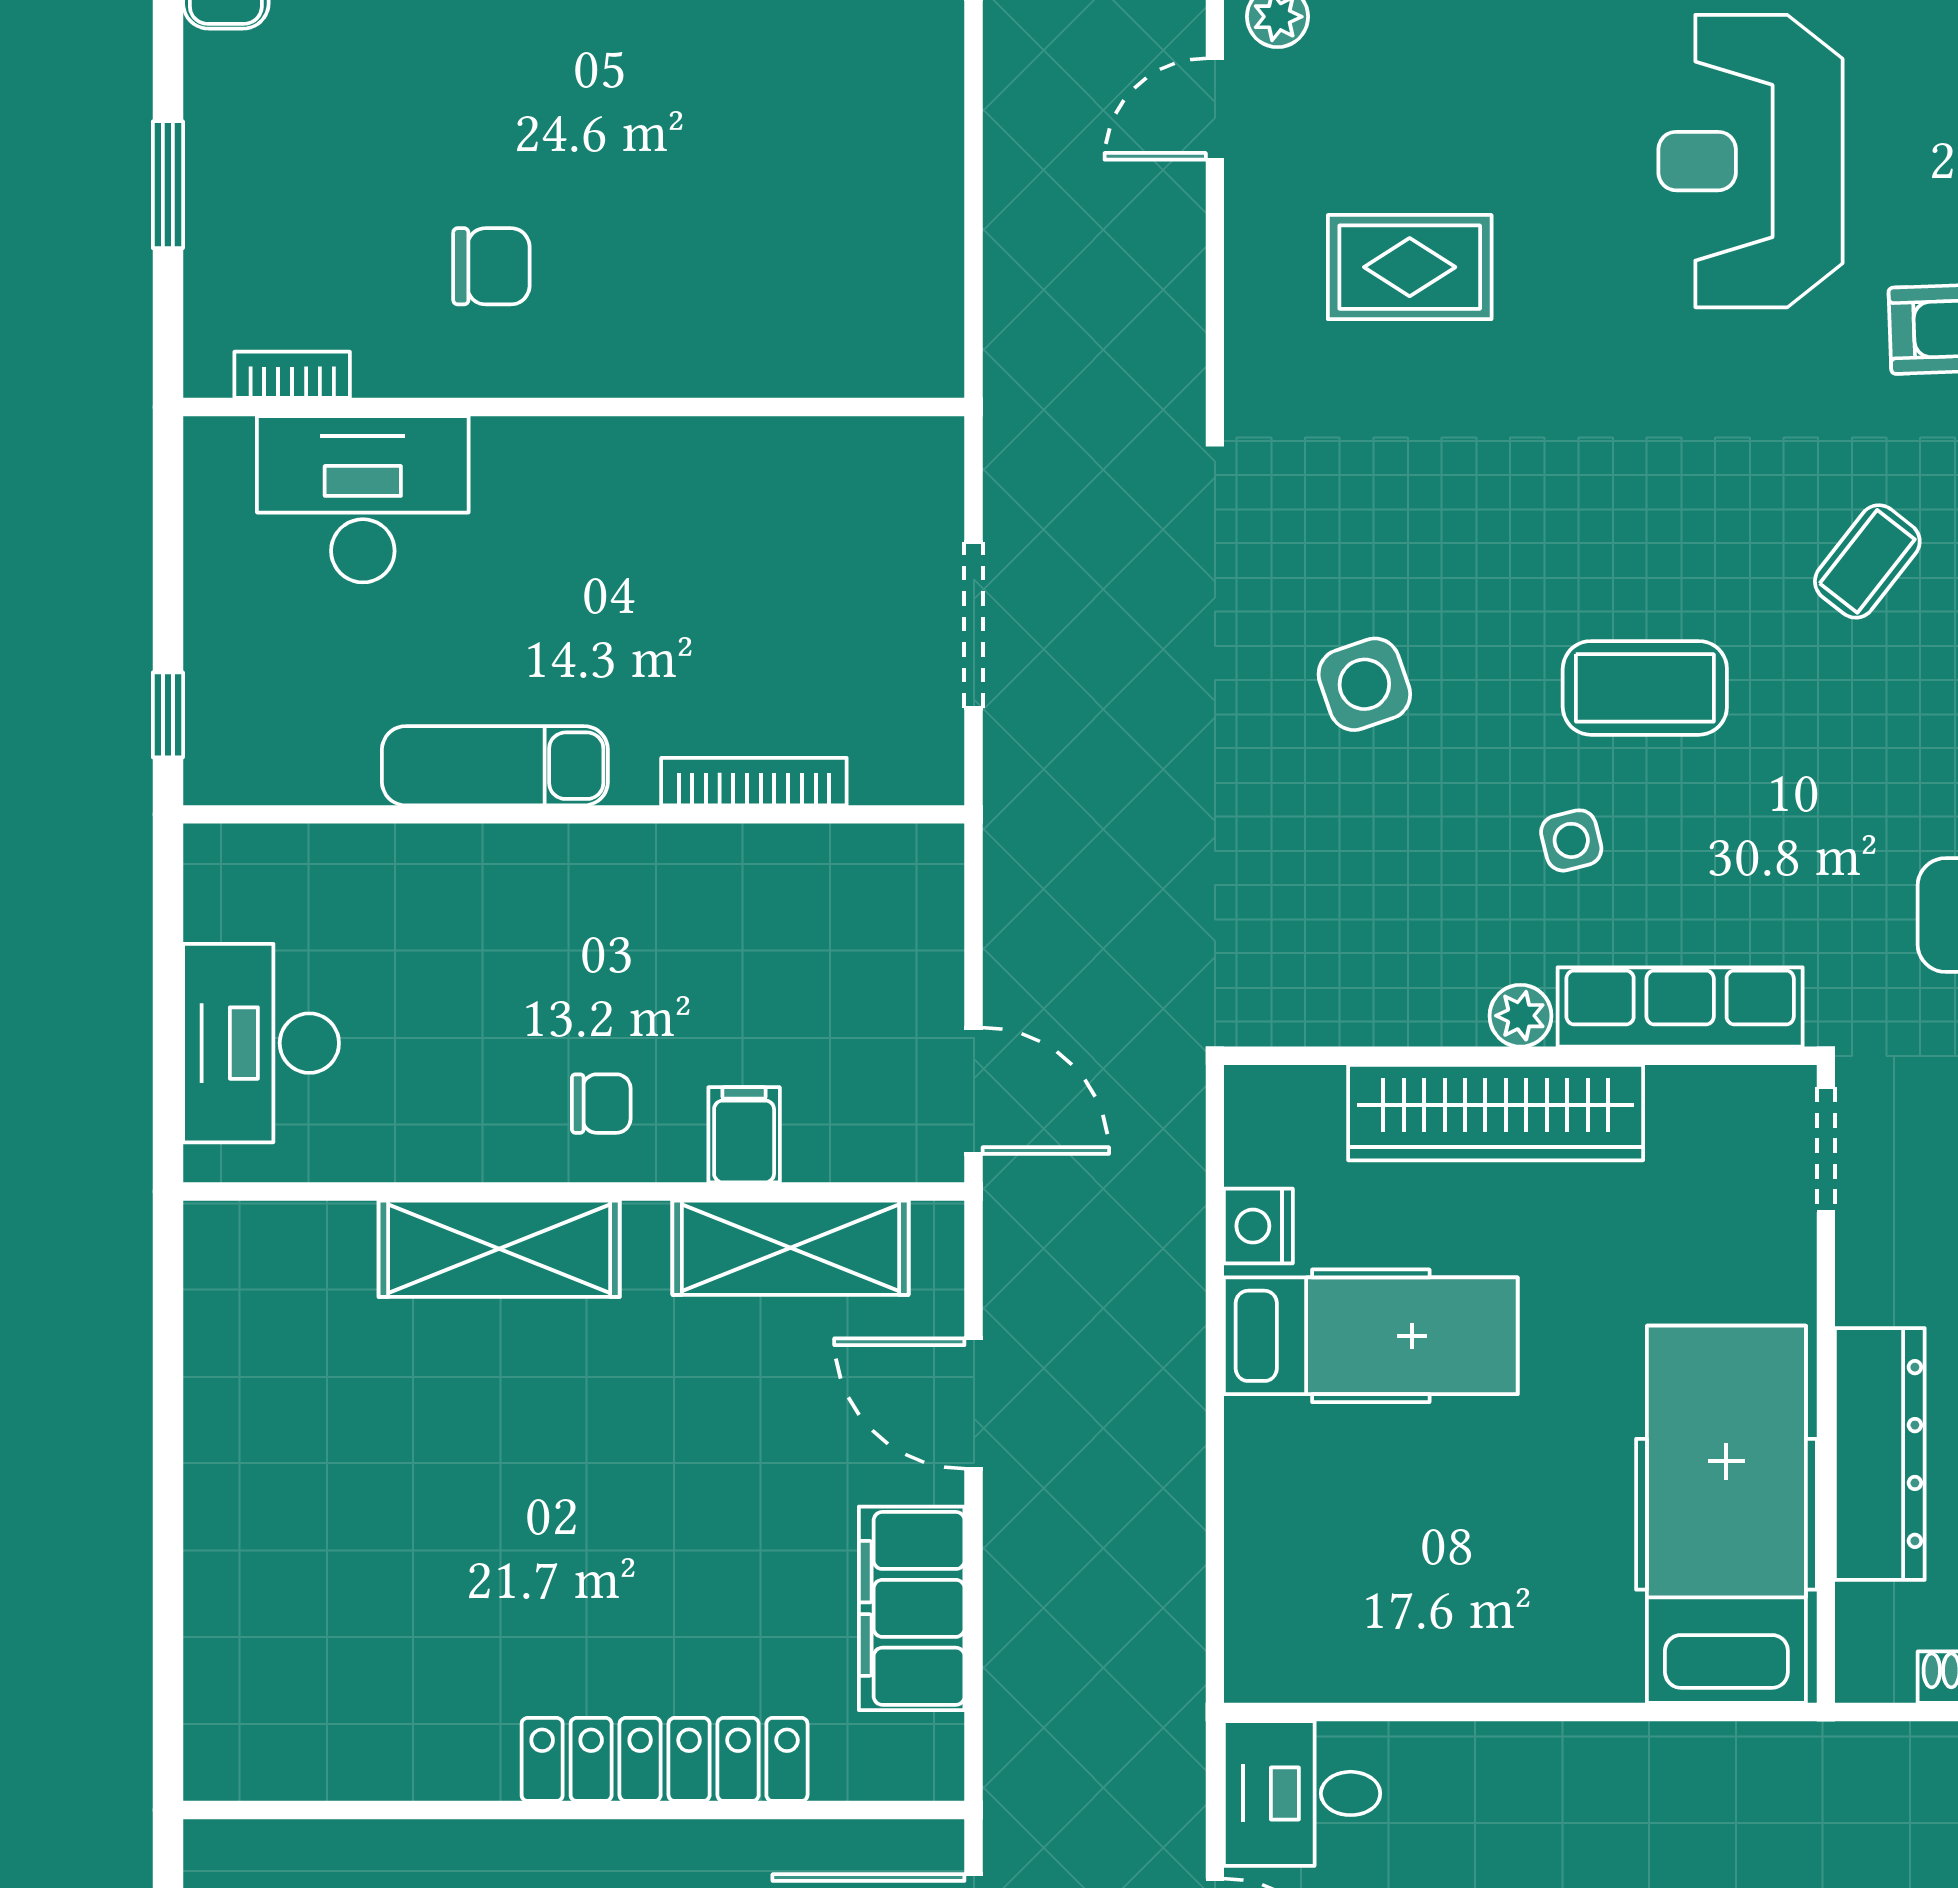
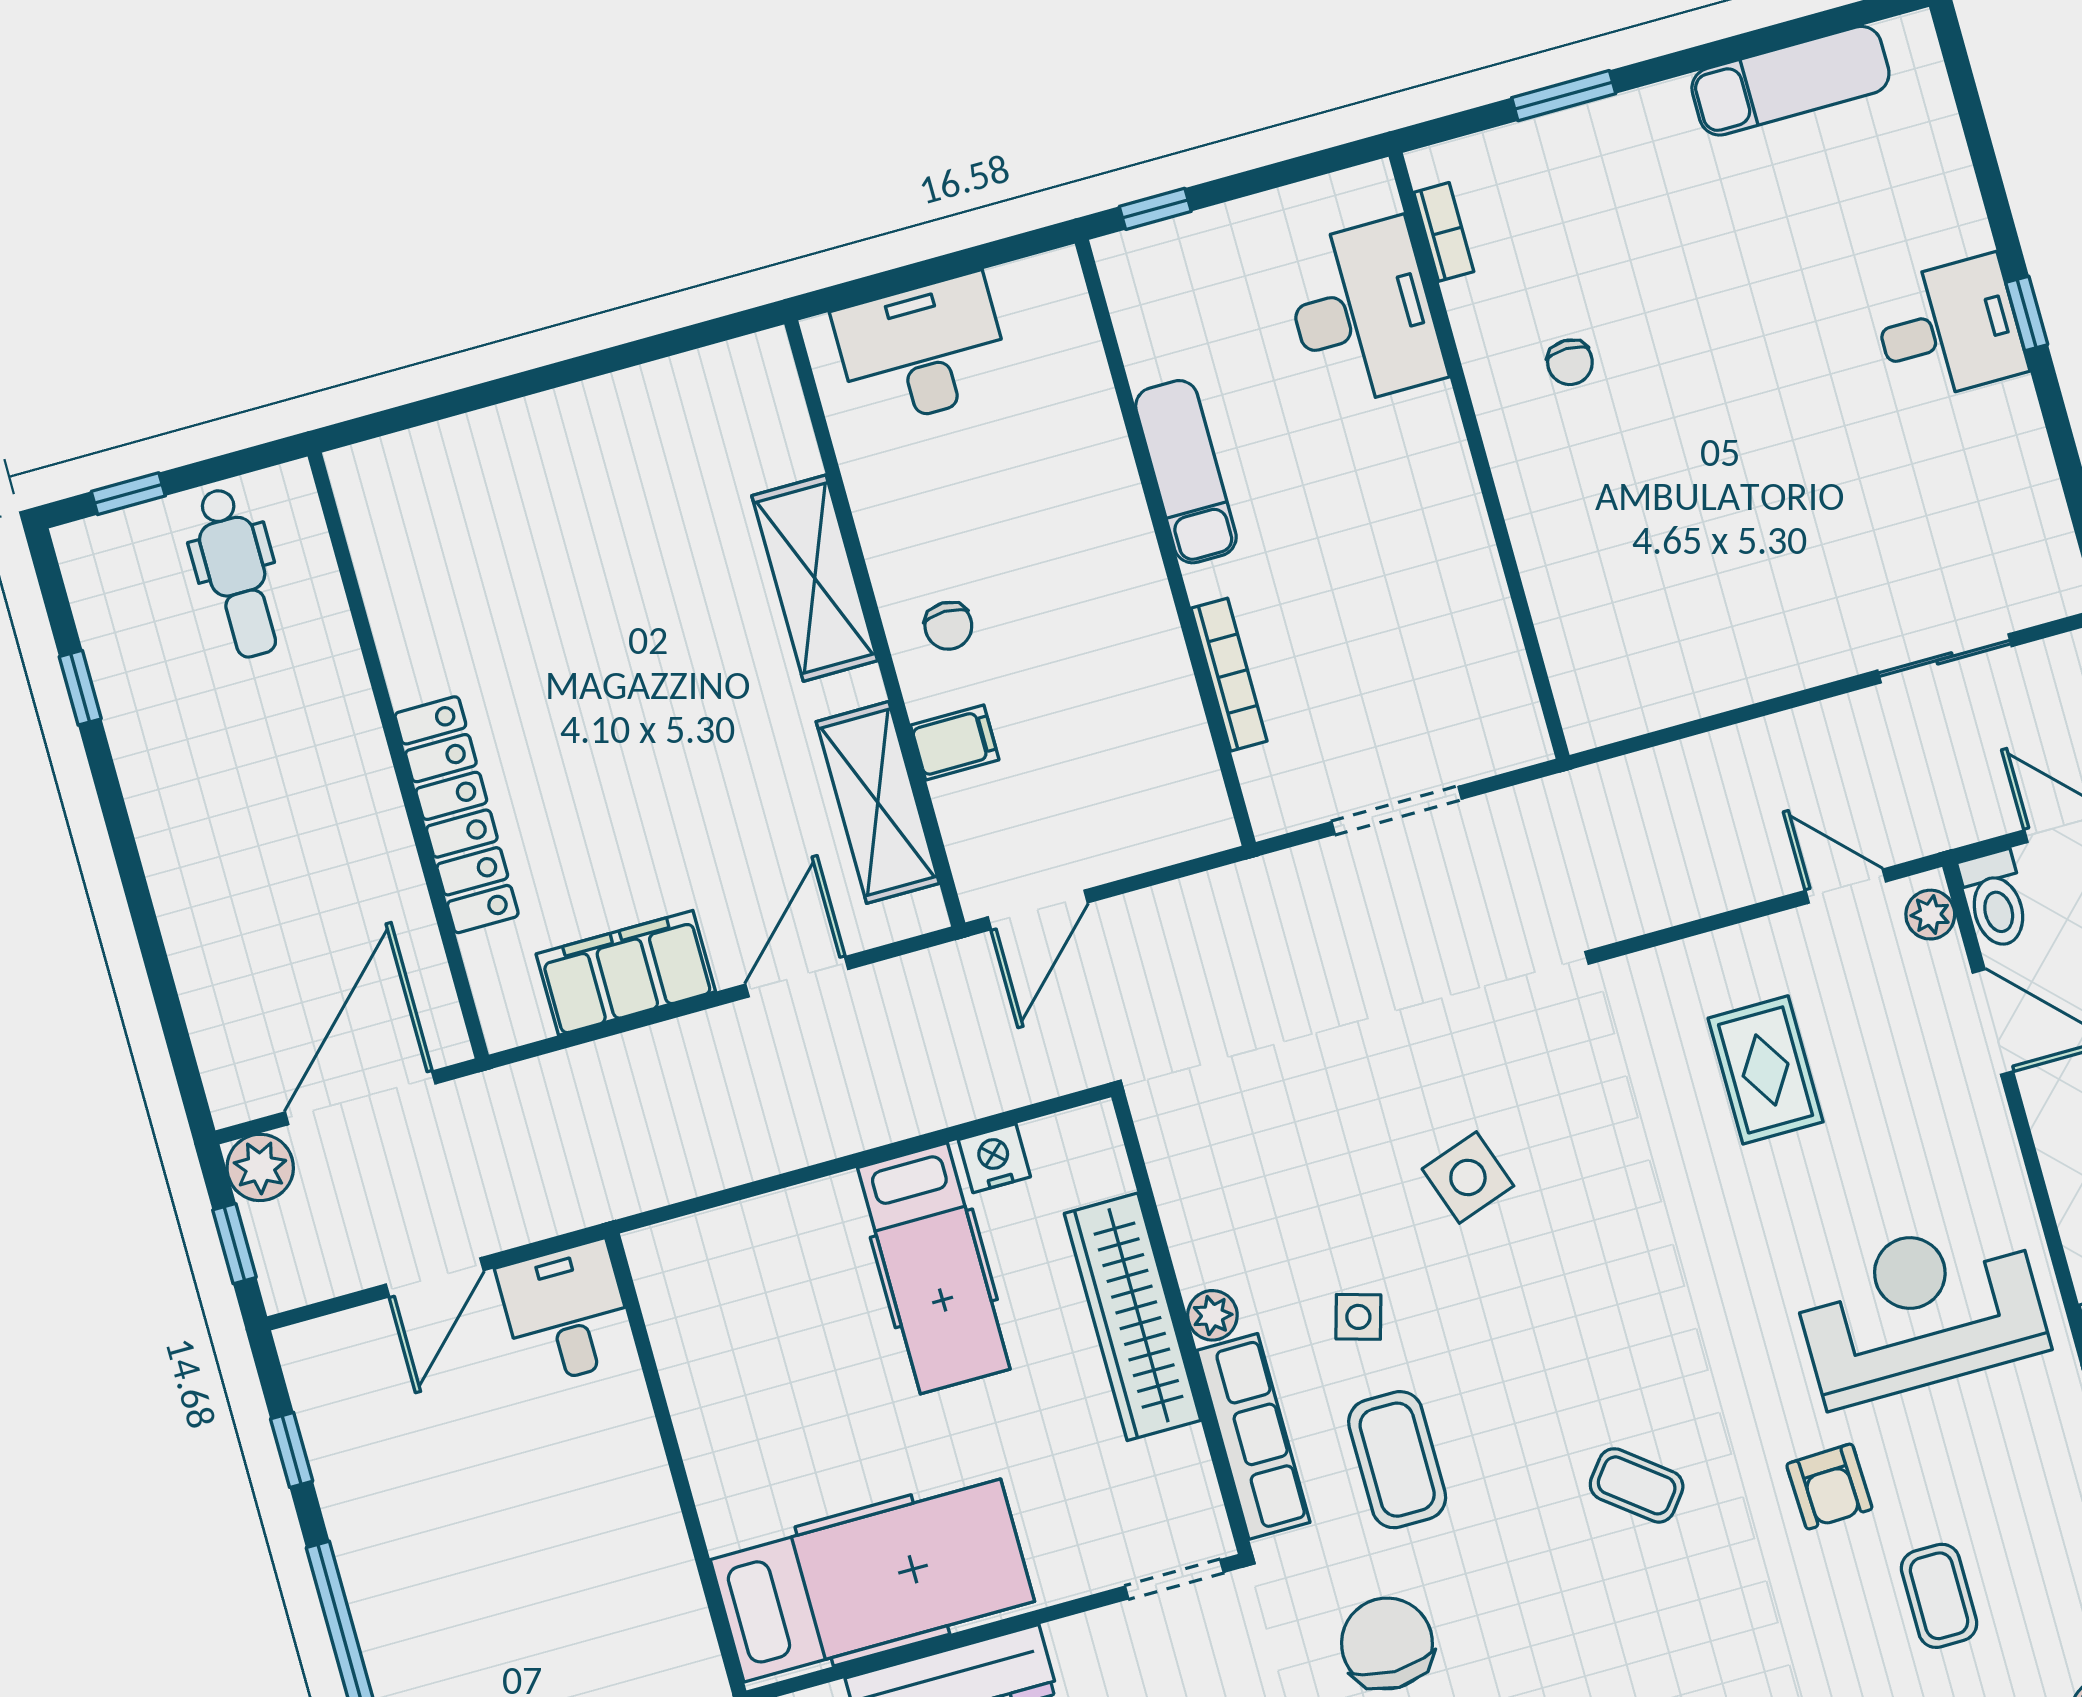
chair: (491, 266) -> (1570, 362), width x0.73, depth x0.73
side table: (1364, 684) -> (1468, 1177), moved
coffee table: (1645, 688) -> (1397, 1460), moved
side table: (1571, 840) -> (1358, 1317), turned 30

